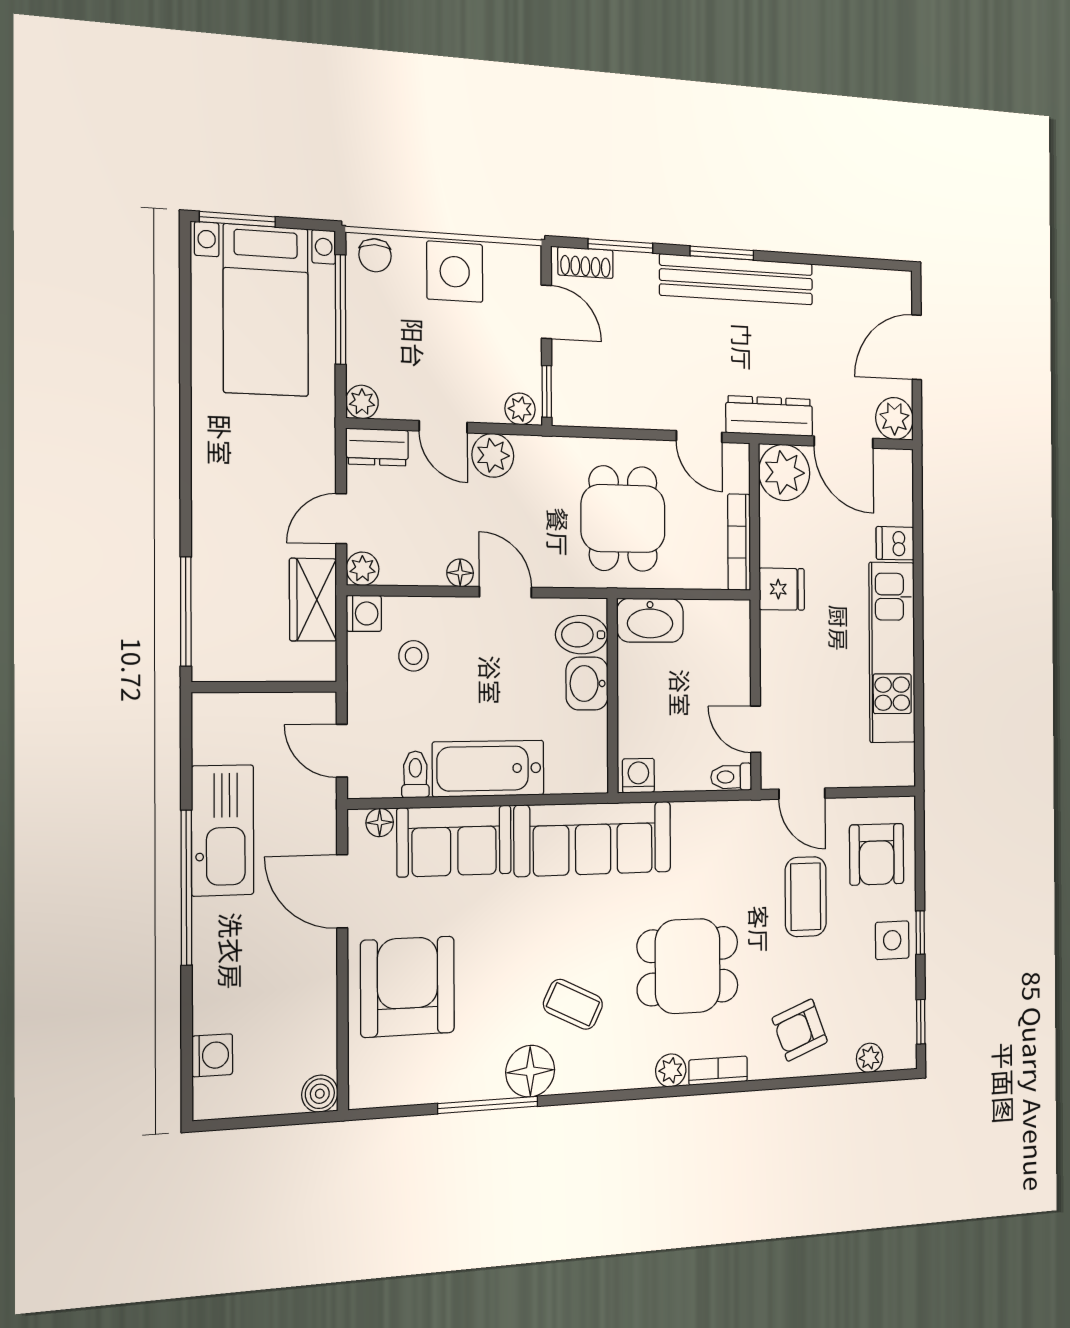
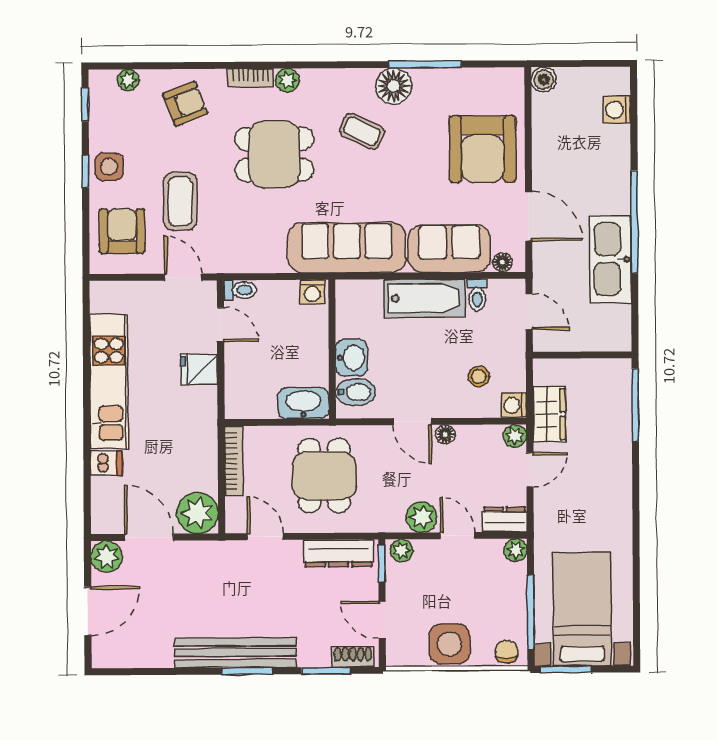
window: (237, 219) -> (566, 669), moved
dresser: (769, 416) -> (338, 553), moved
fridge: (782, 589) -> (199, 369), moved

